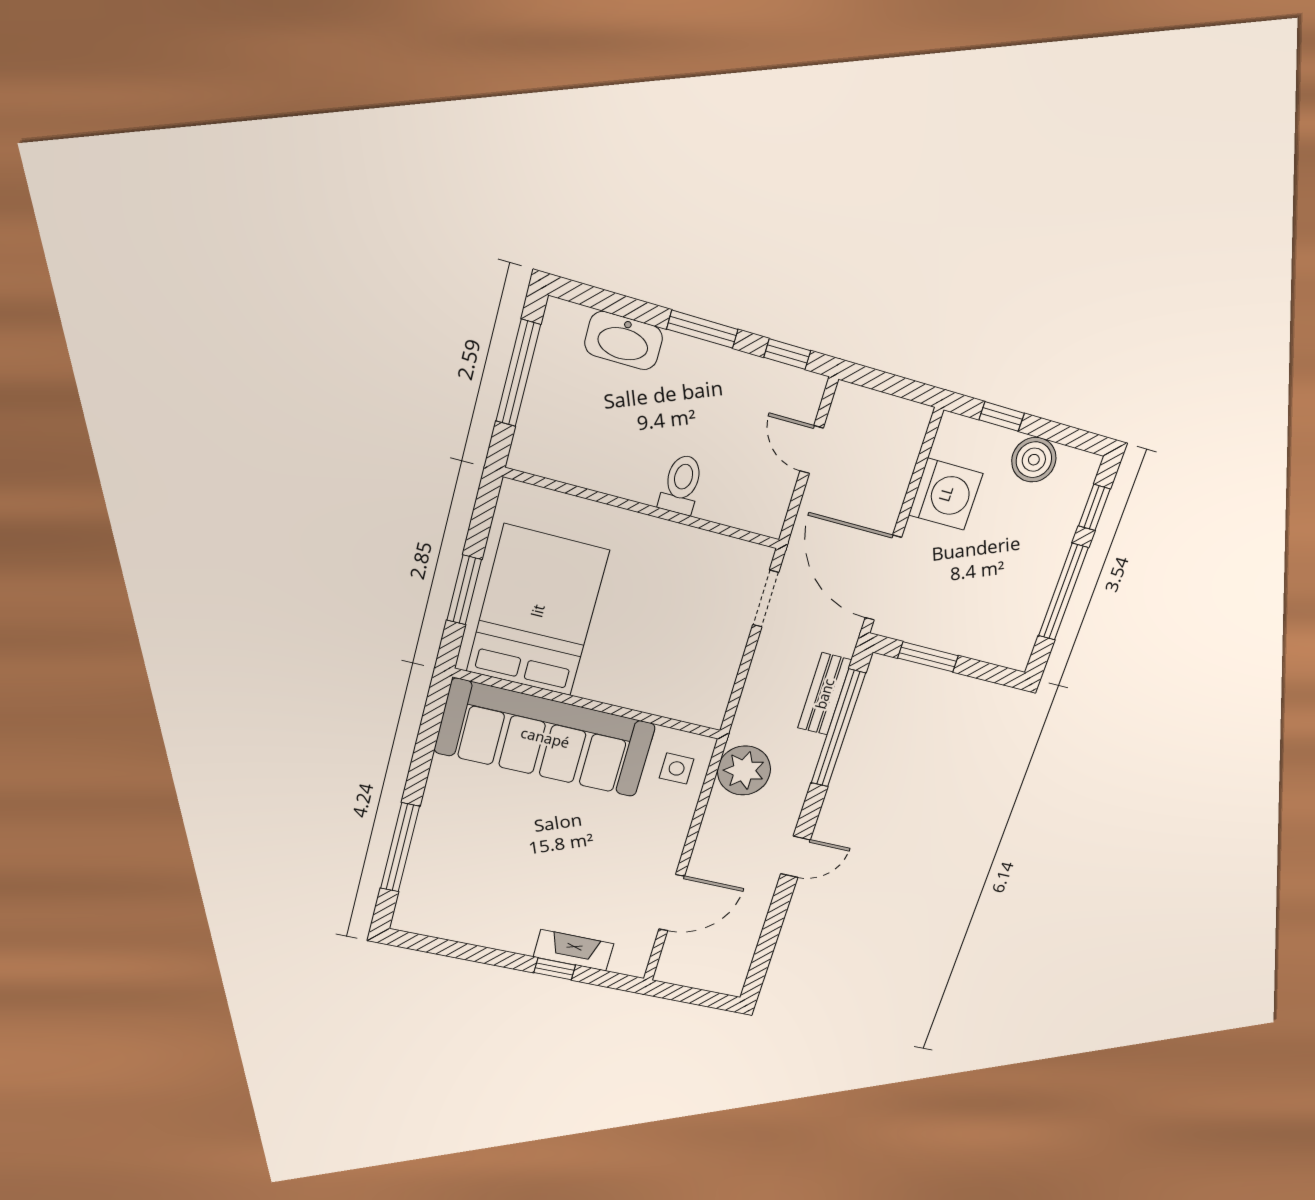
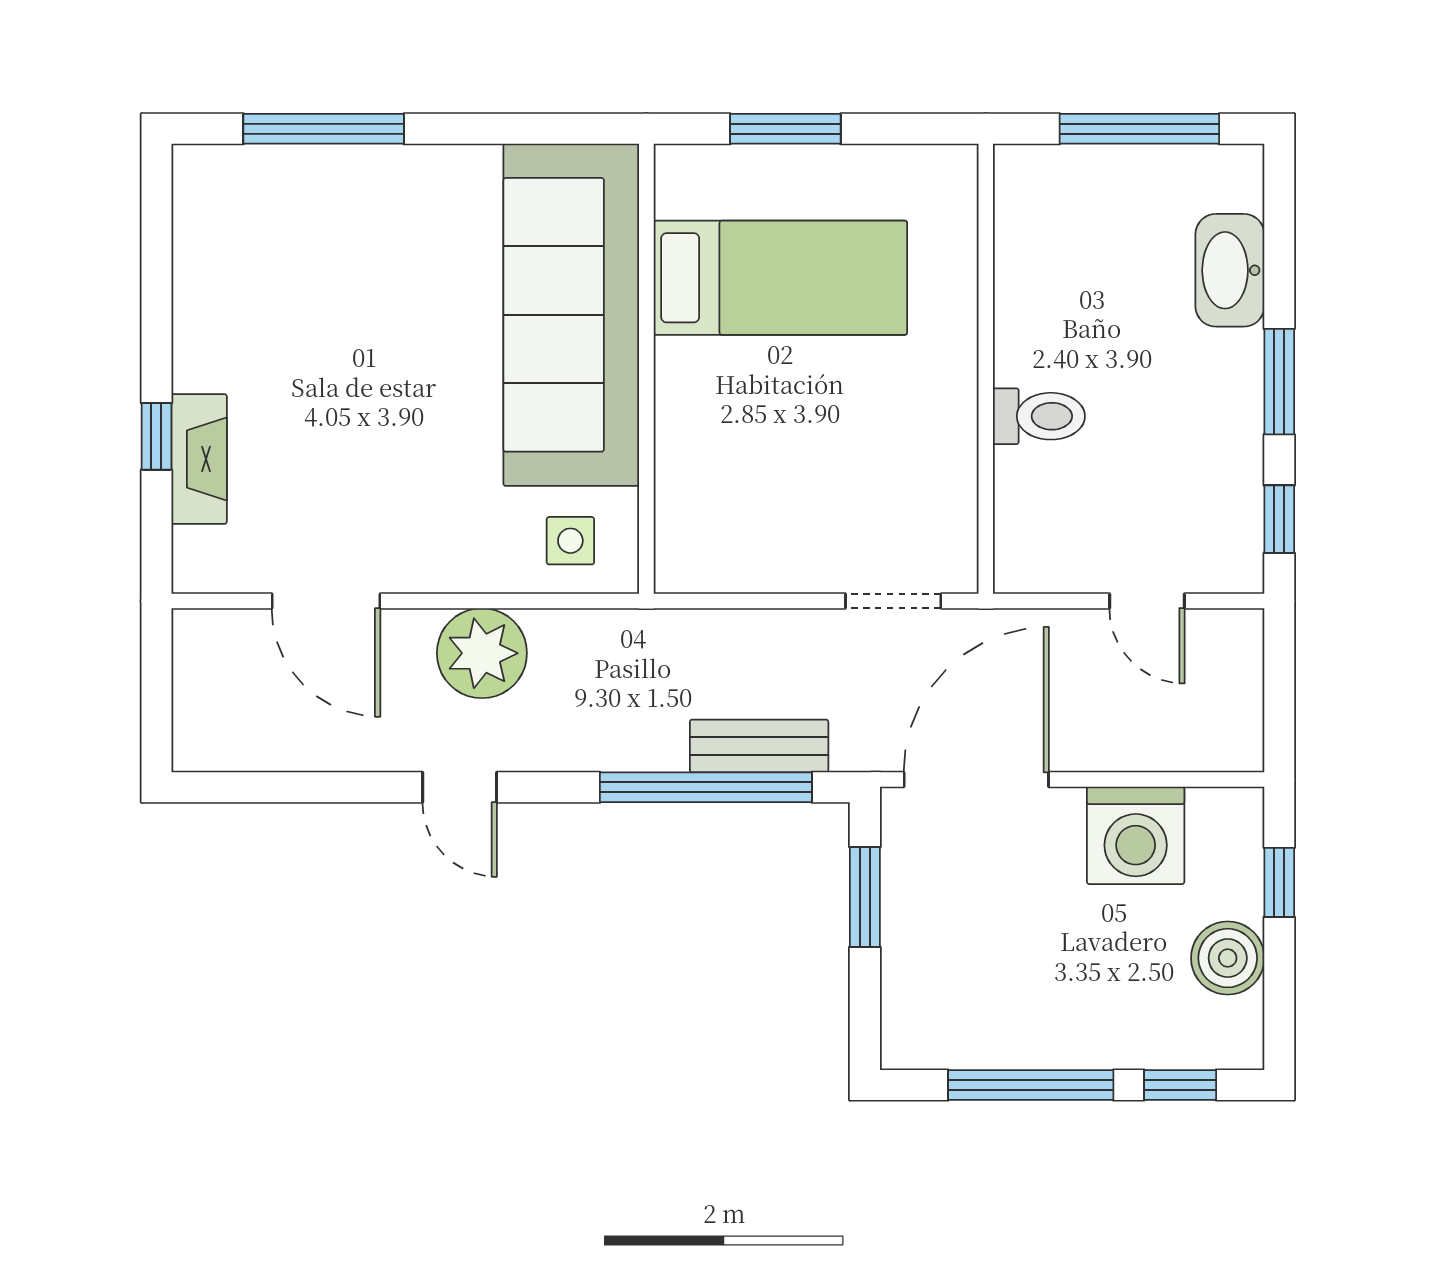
door: (812, 450) -> (1147, 601), swing flipped
bed: (538, 611) -> (780, 278), width x0.67
plant: (744, 770) -> (482, 653), moved

